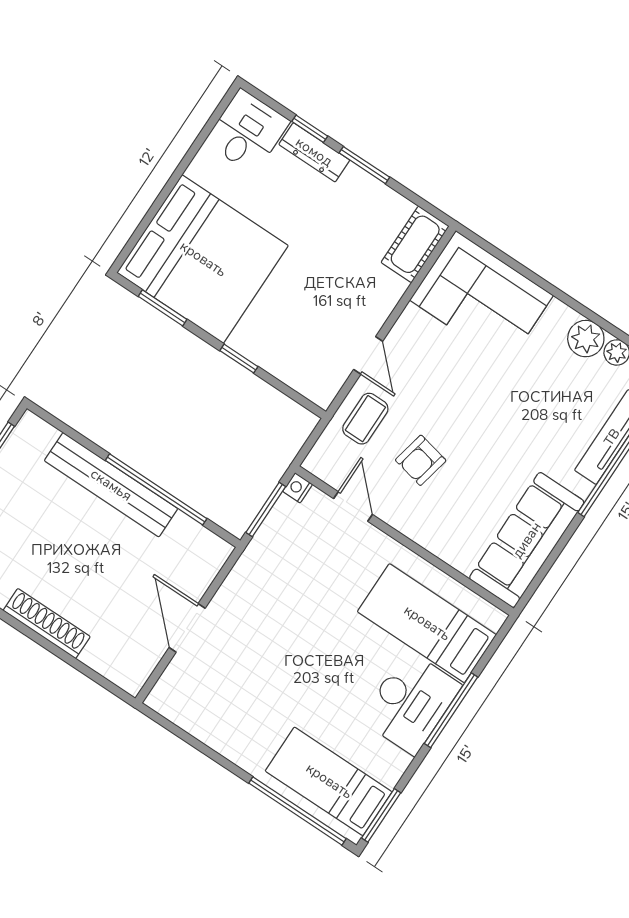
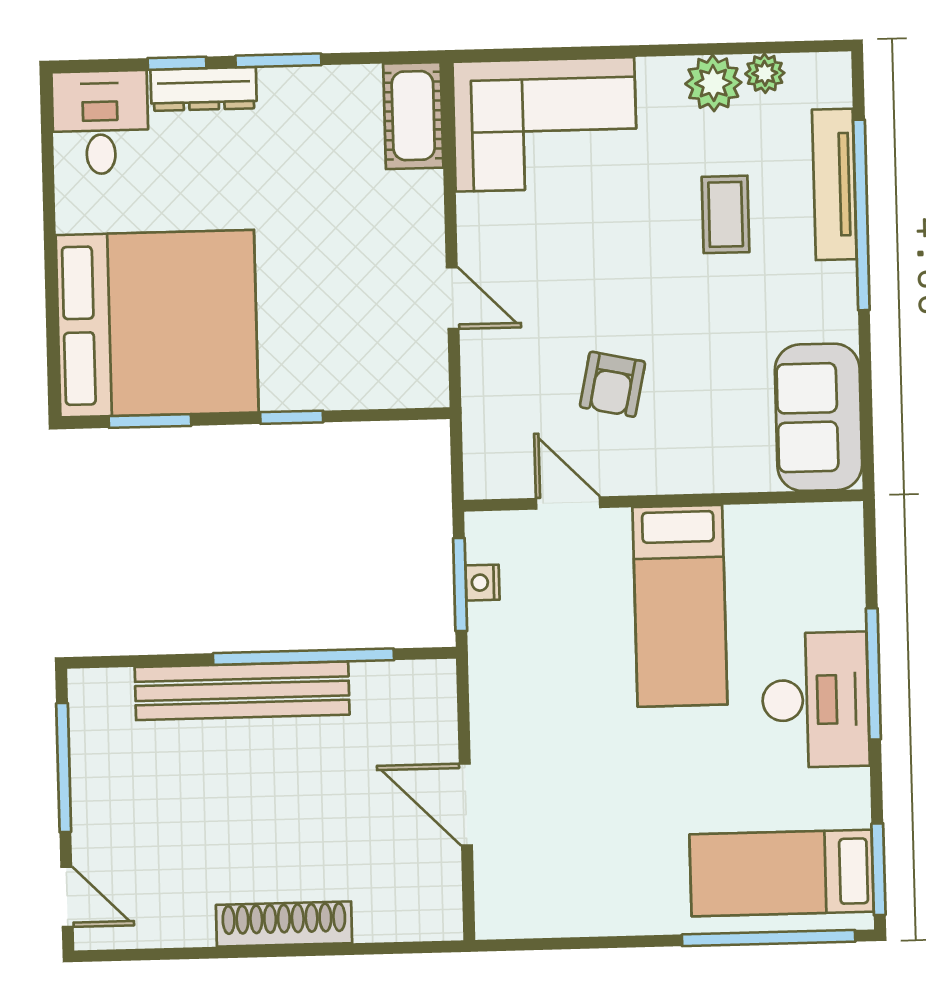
coffee table: (365, 419) -> (726, 214), moved
nightstand: (298, 488) -> (482, 583), moved
sofa: (527, 540) -> (818, 417), width x0.73
bed: (427, 623) -> (680, 606), moved, turned -90

